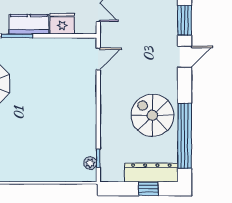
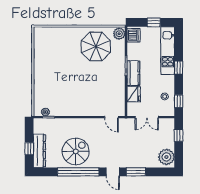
window: (185, 136) -> (78, 172), moved

